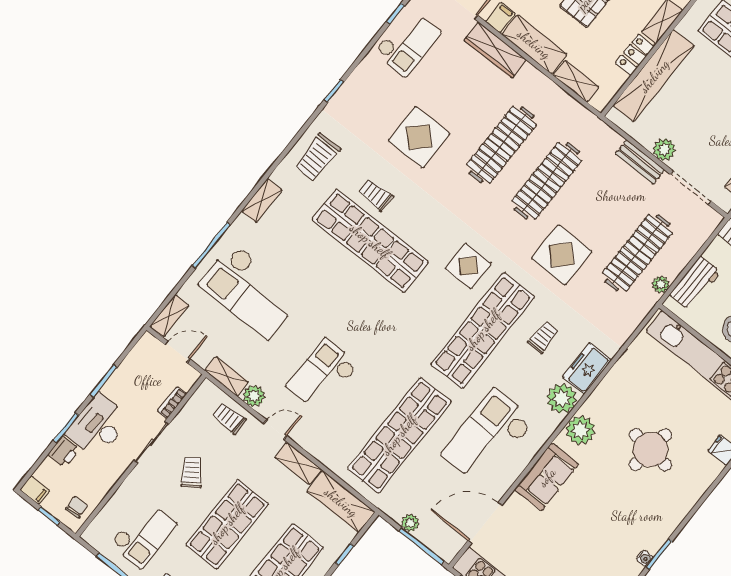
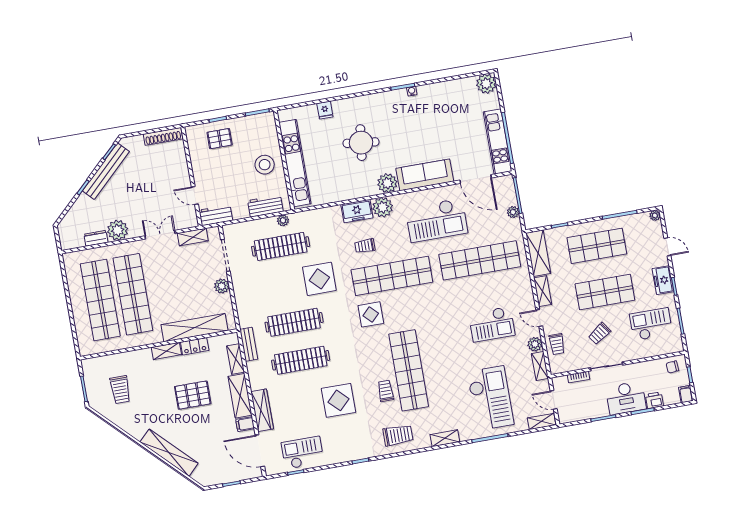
bench: (640, 162) -> (249, 344), moved
trolley: (376, 195) -> (386, 391), turned 180
sofa: (547, 477) -> (425, 175), width x1.36

